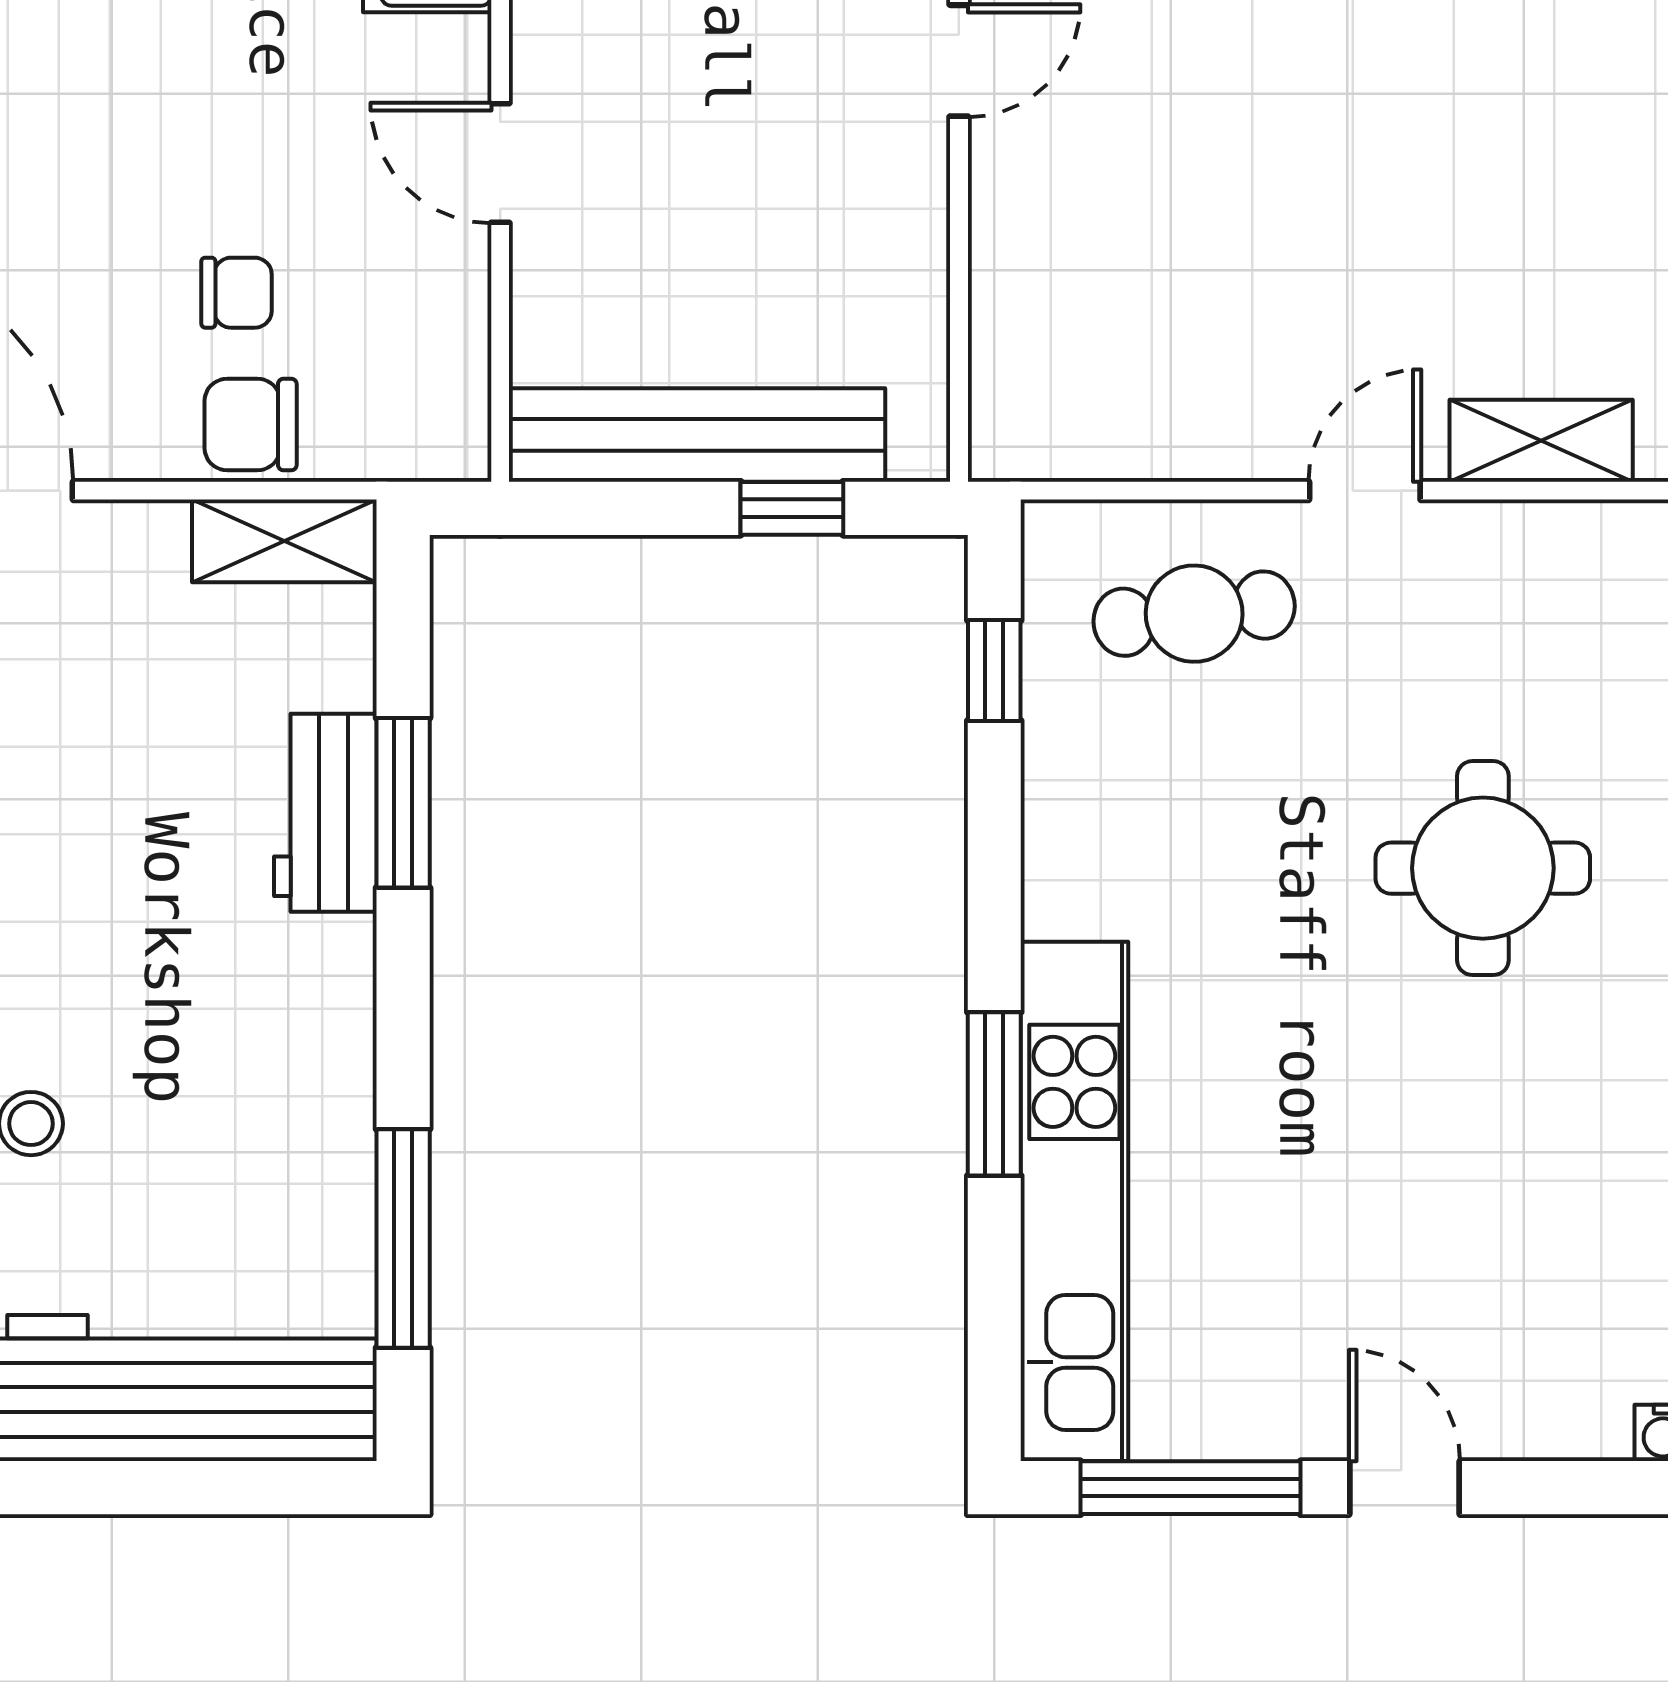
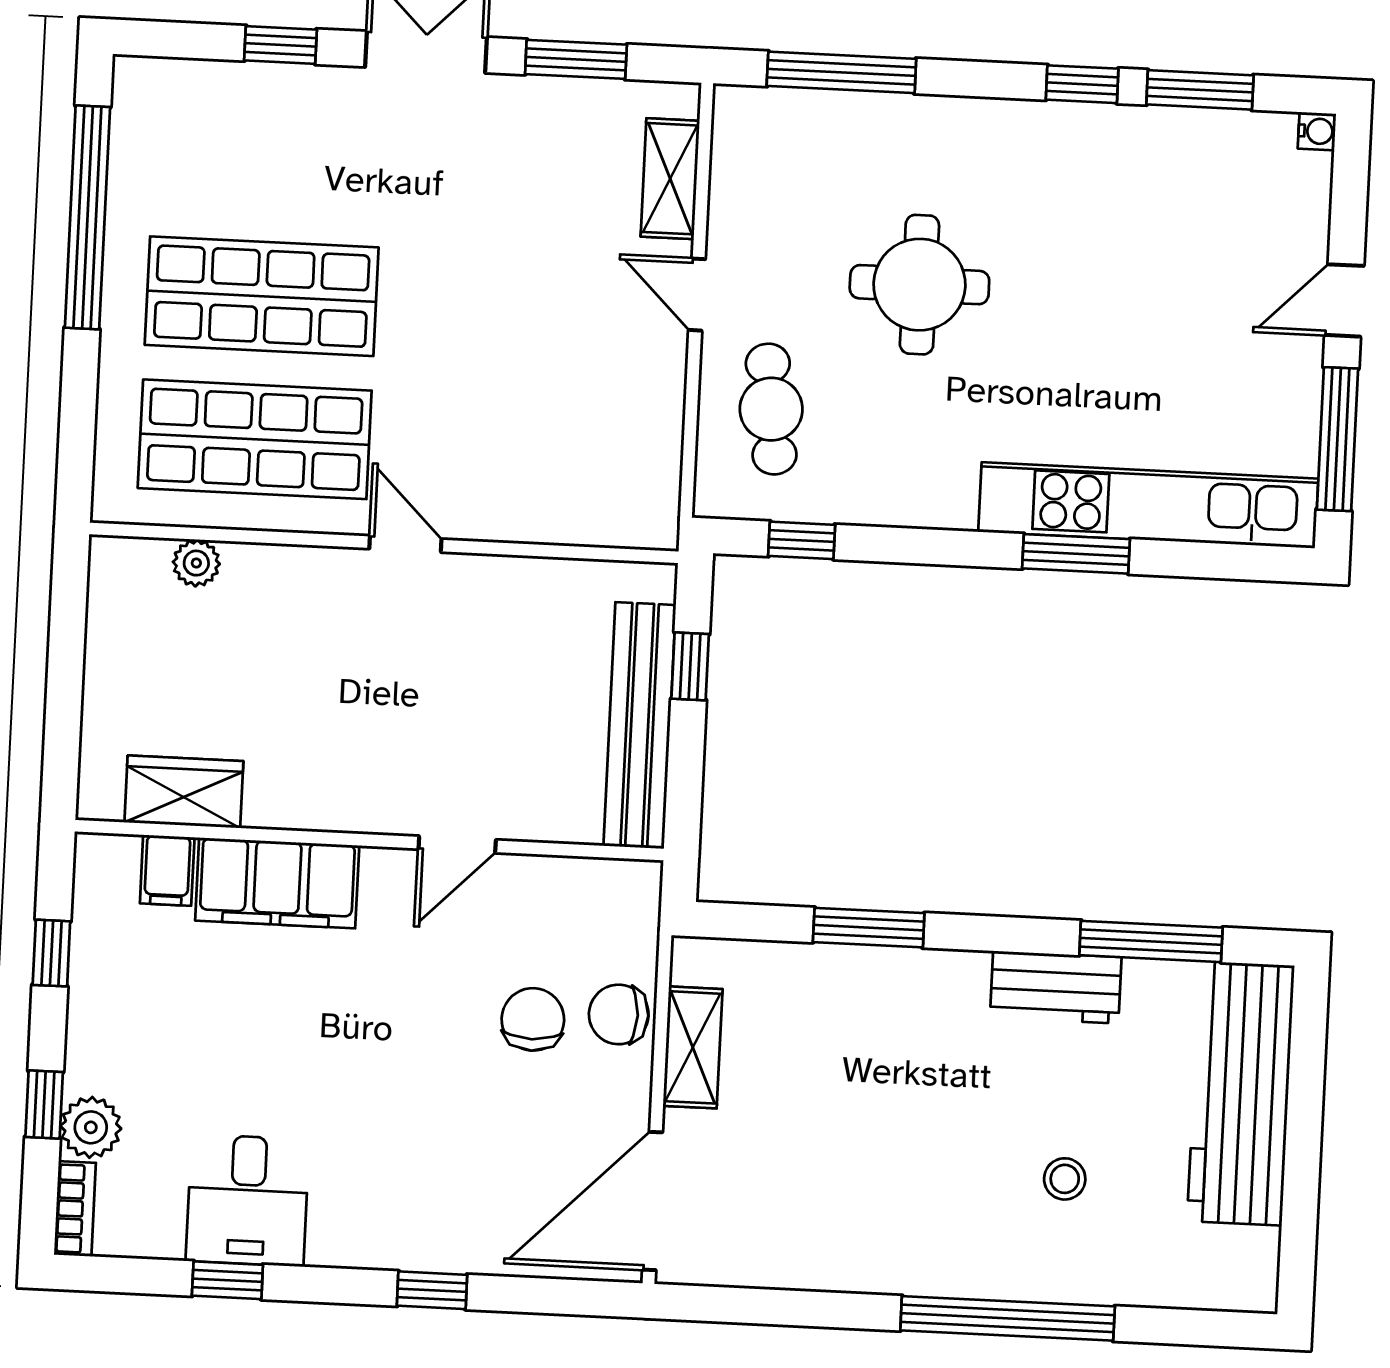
chair: (237, 293) -> (533, 1019), width x1.37, depth x1.37
chair: (251, 425) -> (619, 1014), turned 90
shelving: (284, 541) -> (693, 1047), moved
workbench: (325, 813) -> (1056, 987), moved
round table: (1483, 868) -> (919, 285), moved

